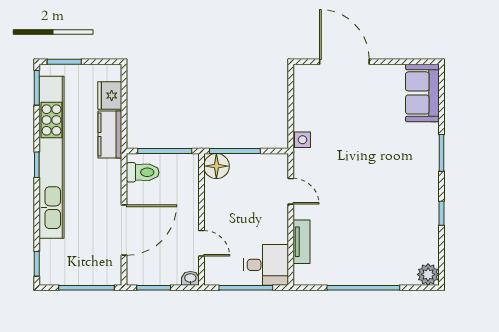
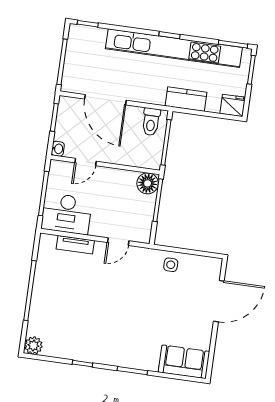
fridge: (110, 96) -> (233, 105), moved
side table: (303, 140) -> (171, 265), moved
desk: (266, 265) -> (67, 214), width x1.37

